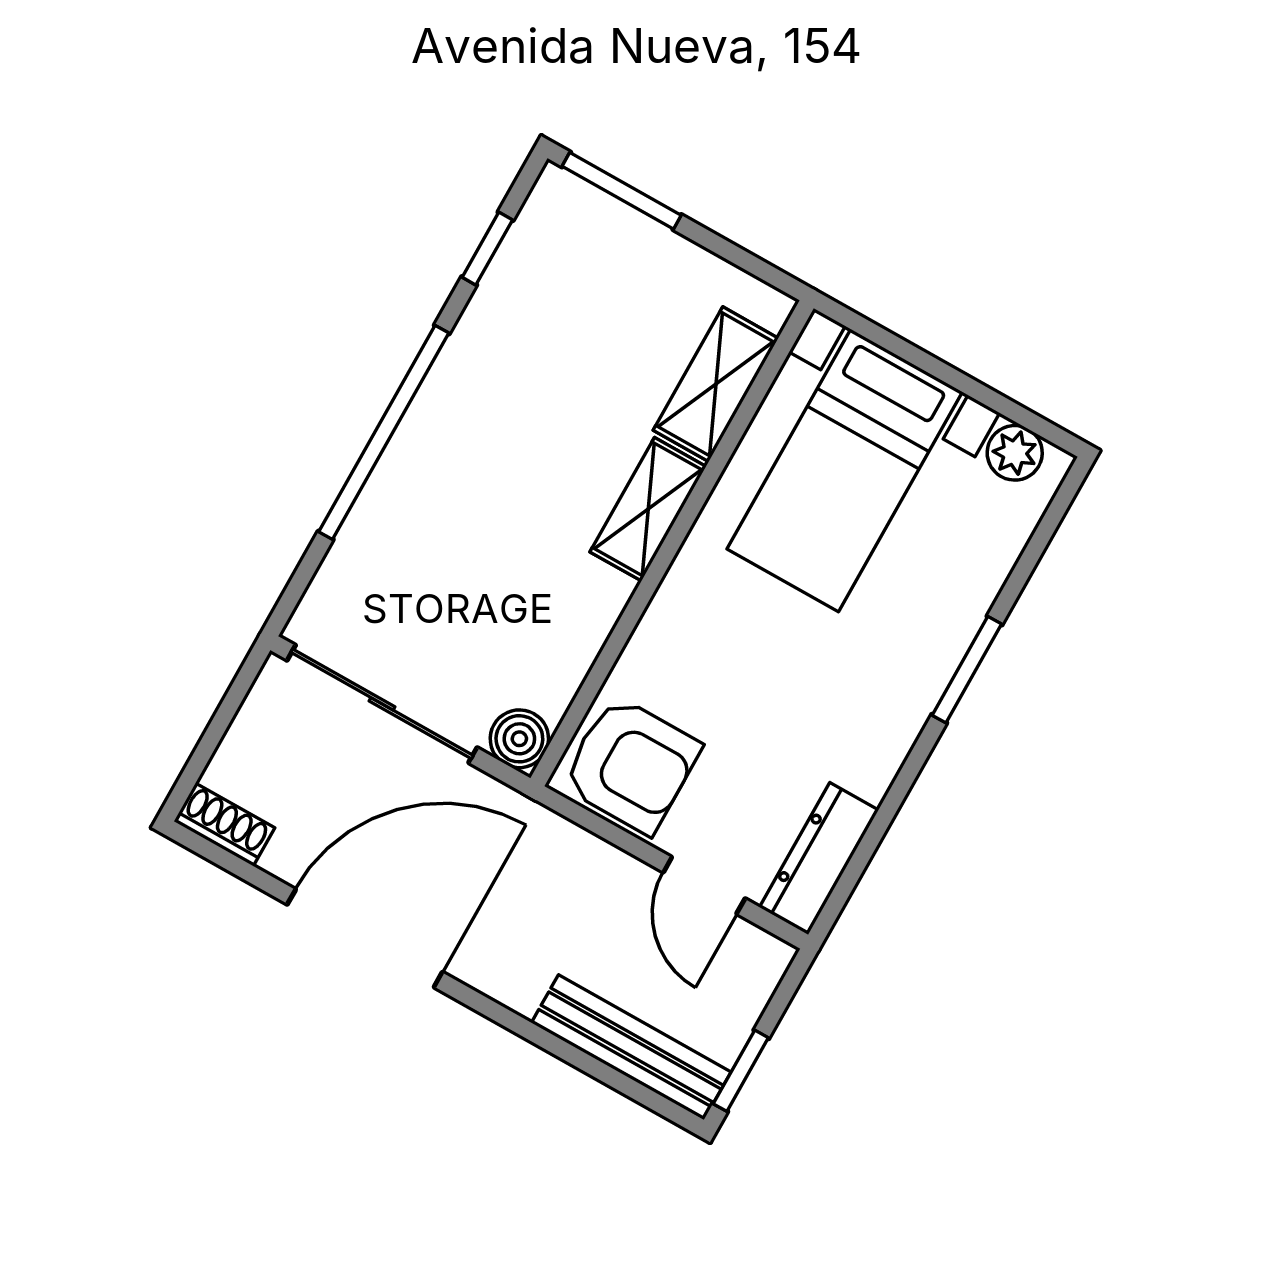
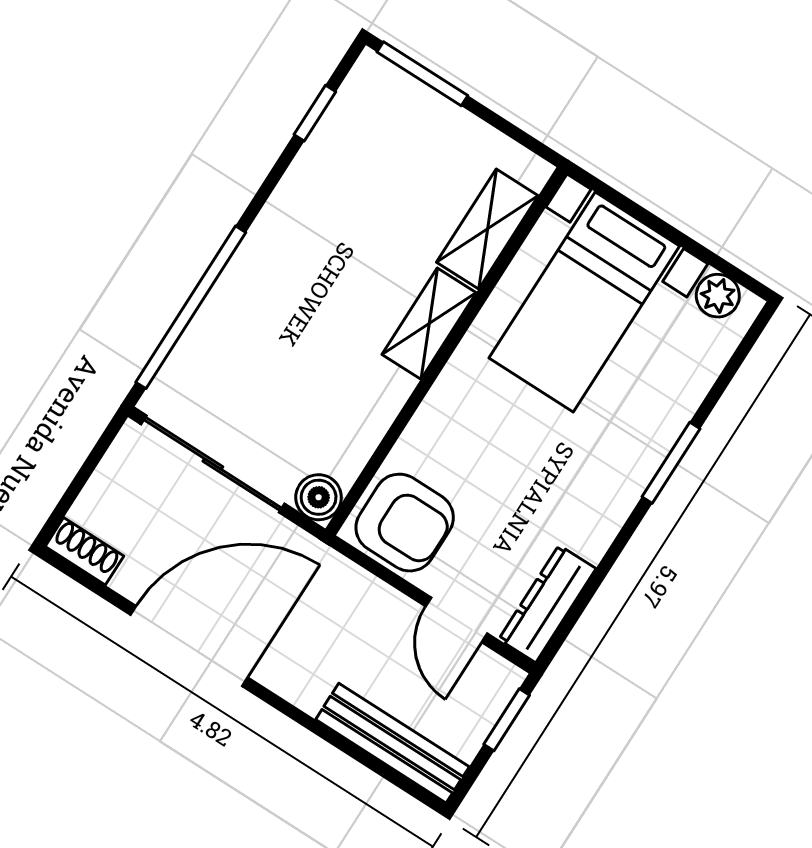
window: (384, 432) -> (191, 307), moved
window: (741, 1071) -> (507, 720), moved

